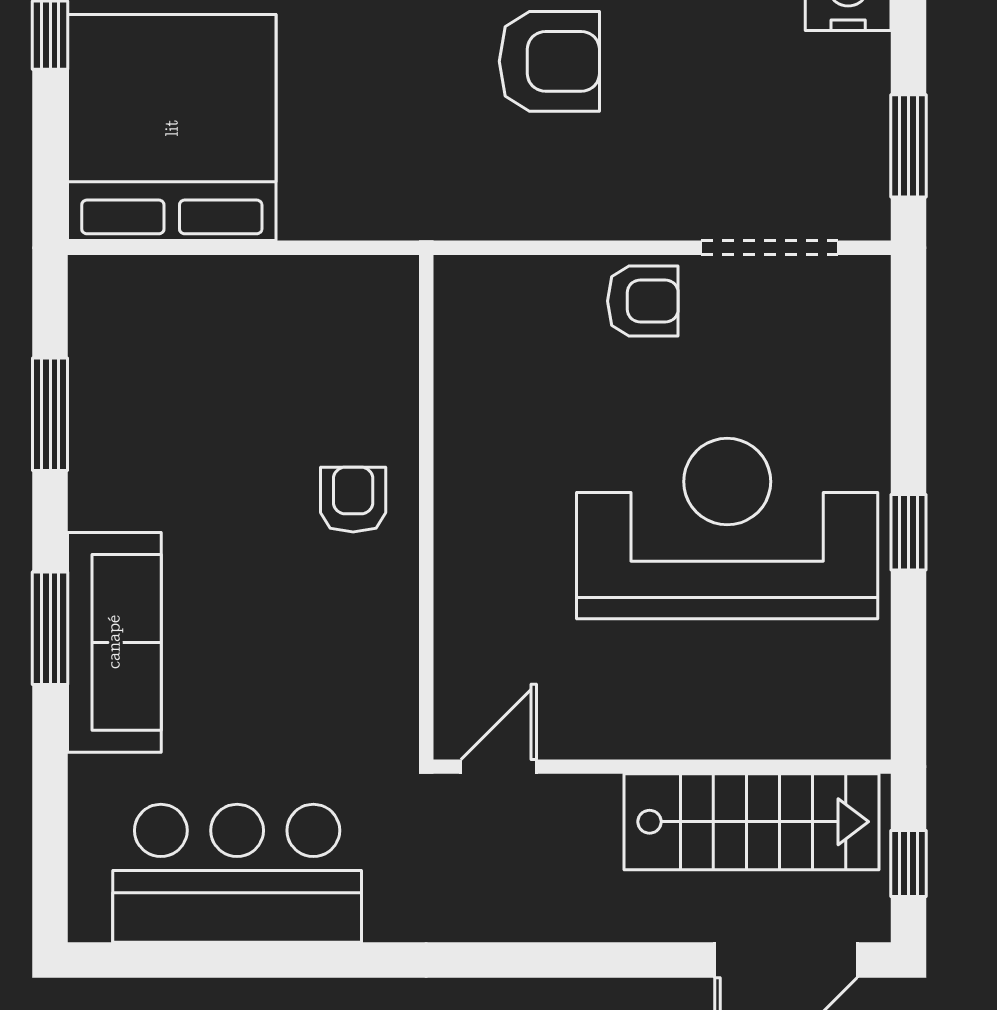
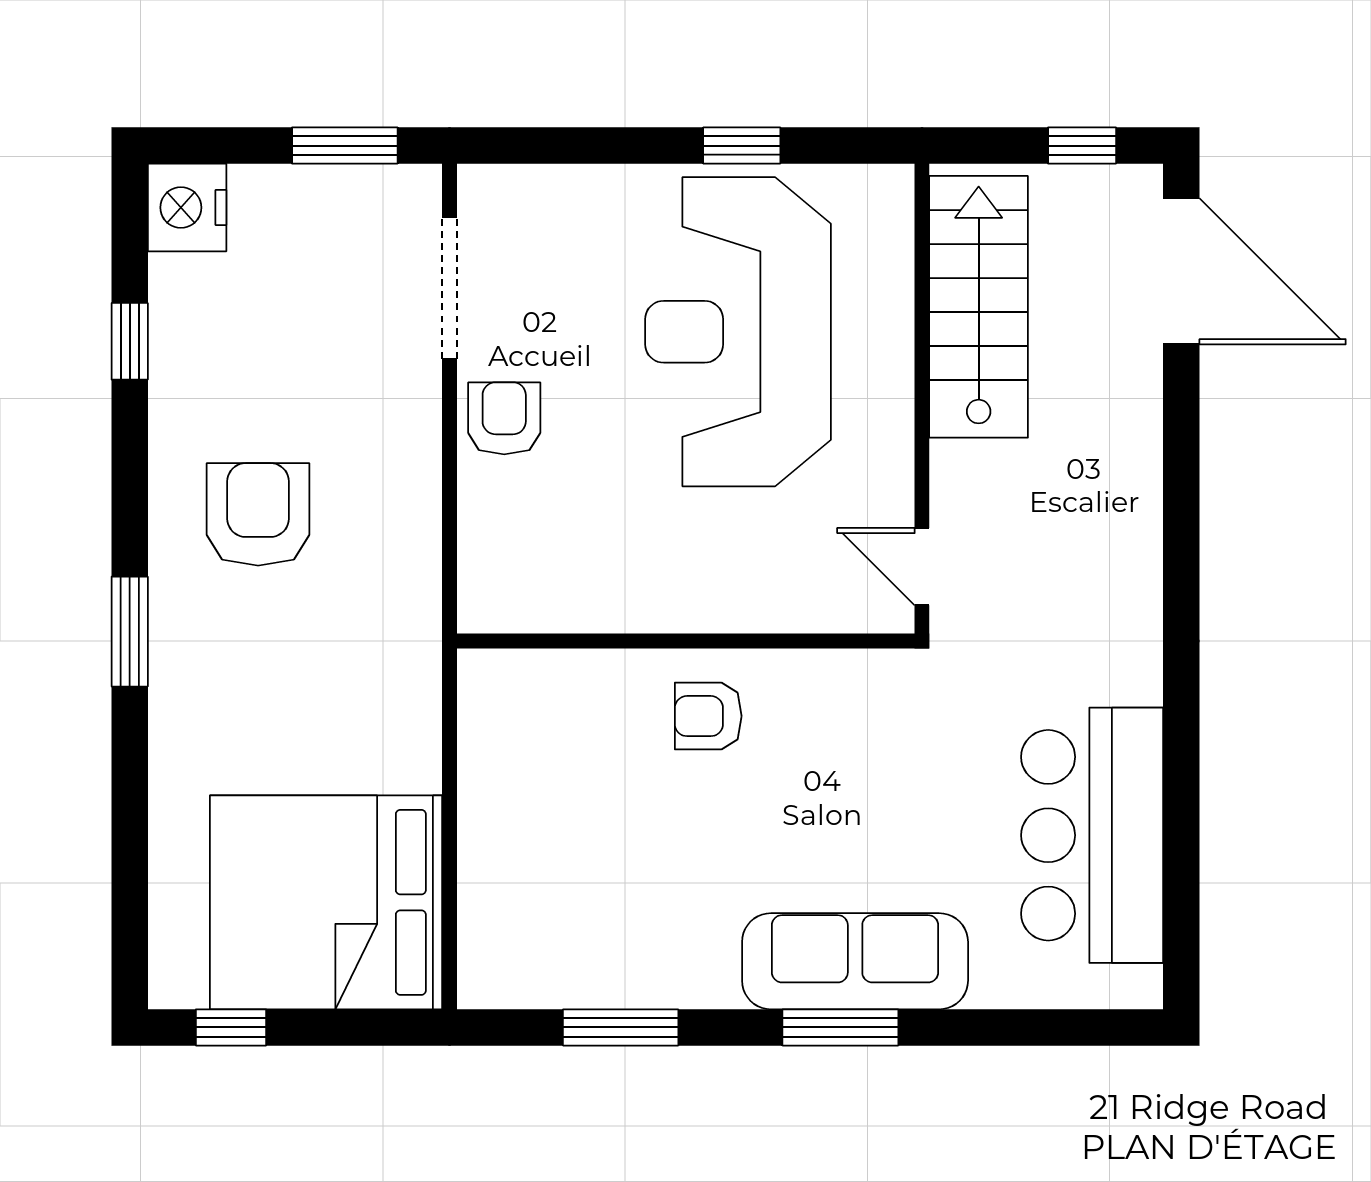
door: (499, 767) -> (922, 567), moved
wall: (662, 767) -> (922, 399), moved
stairs: (751, 822) -> (979, 307), moved

